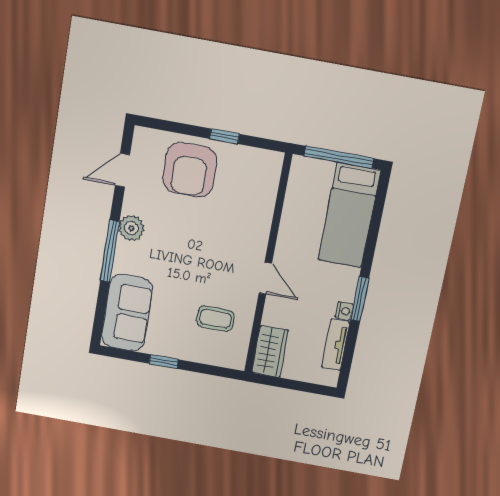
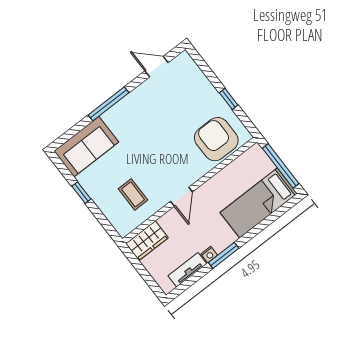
armchair: (190, 170) -> (216, 139), moved, turned 90
plant: (131, 228) -> (132, 102), removed

